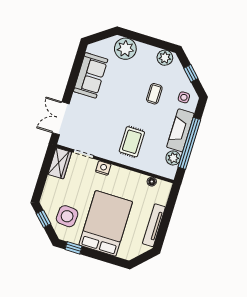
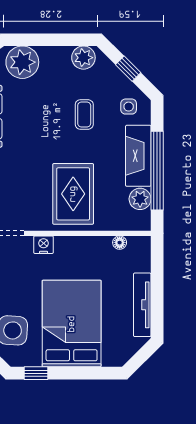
rug: (132, 142) -> (73, 194), width x1.36, depth x1.43

